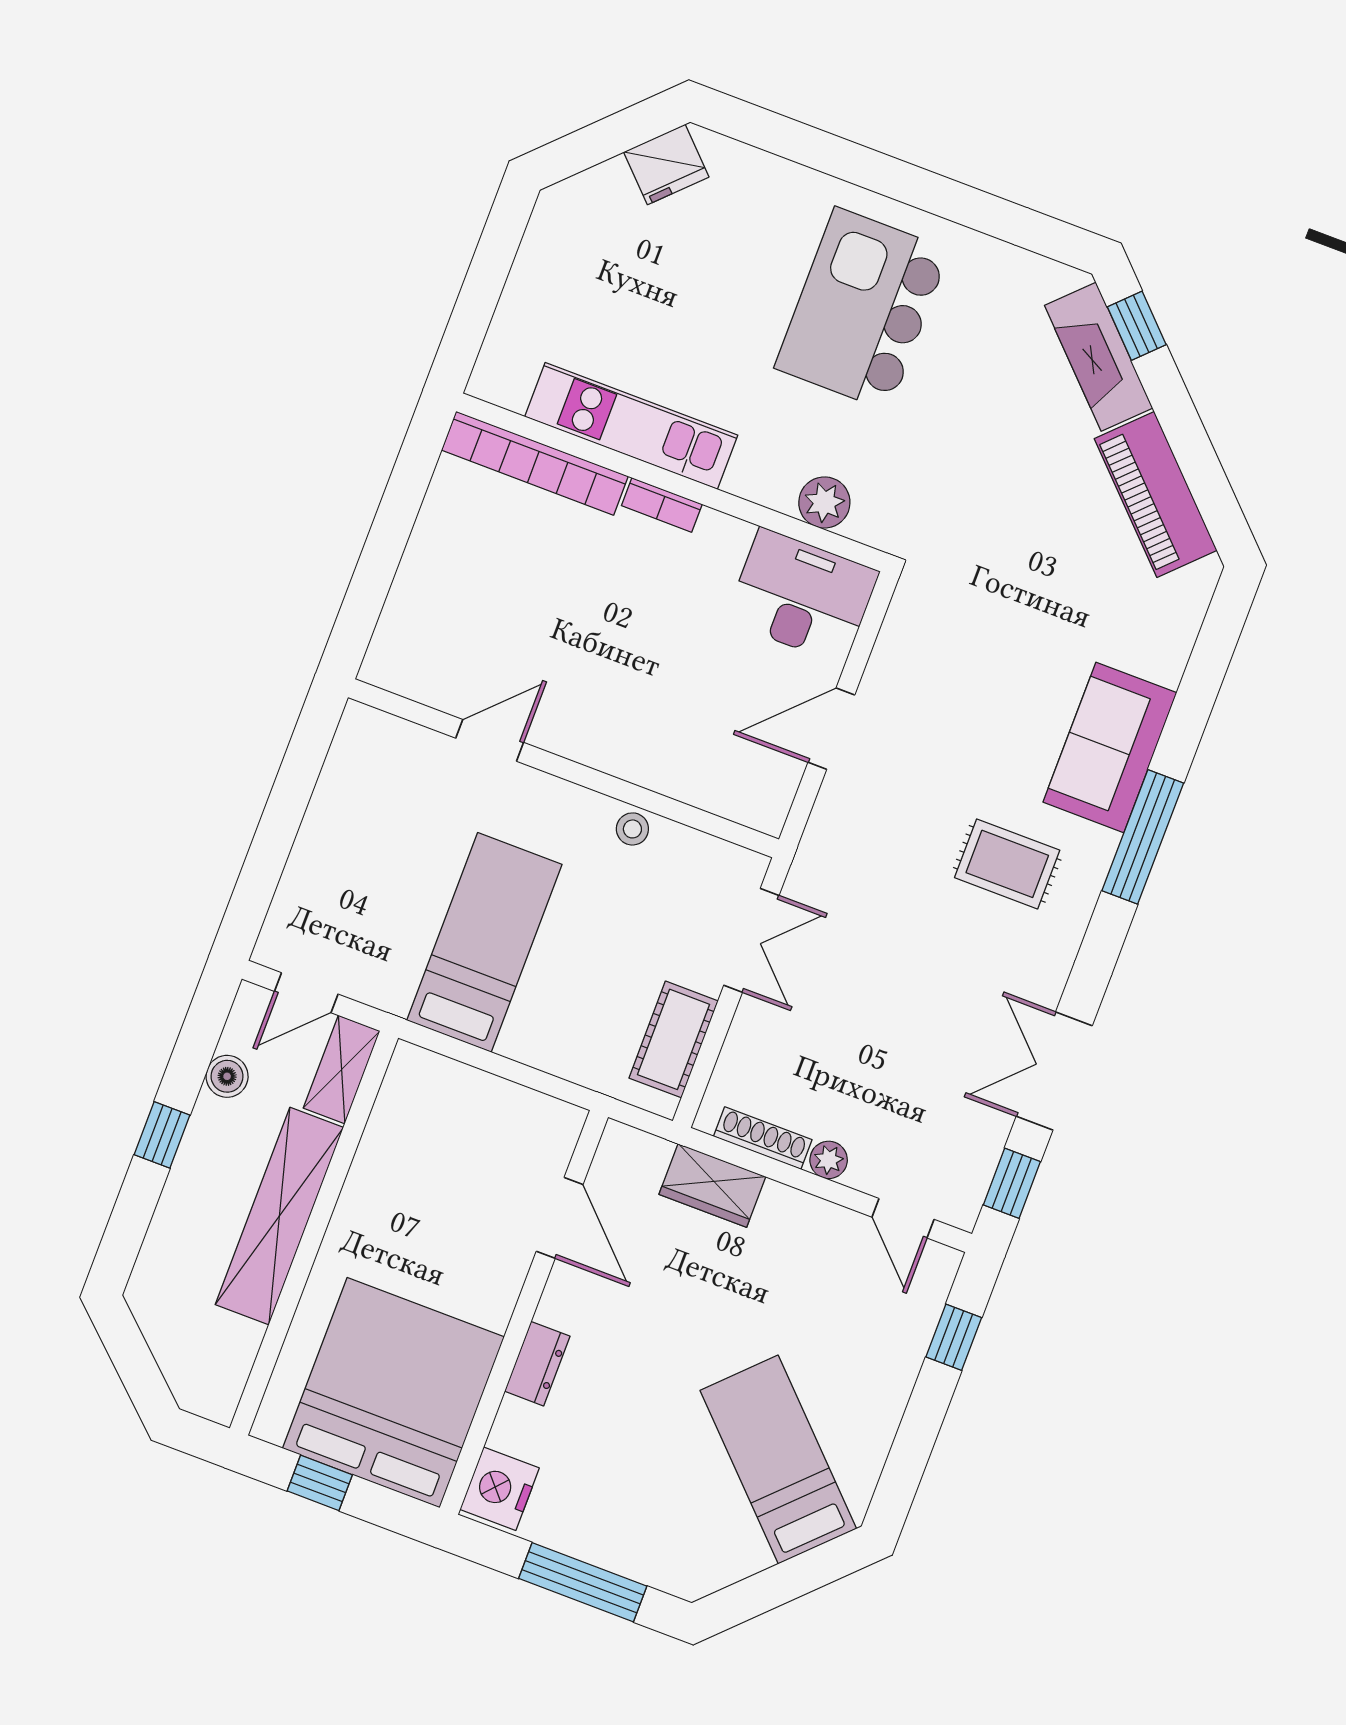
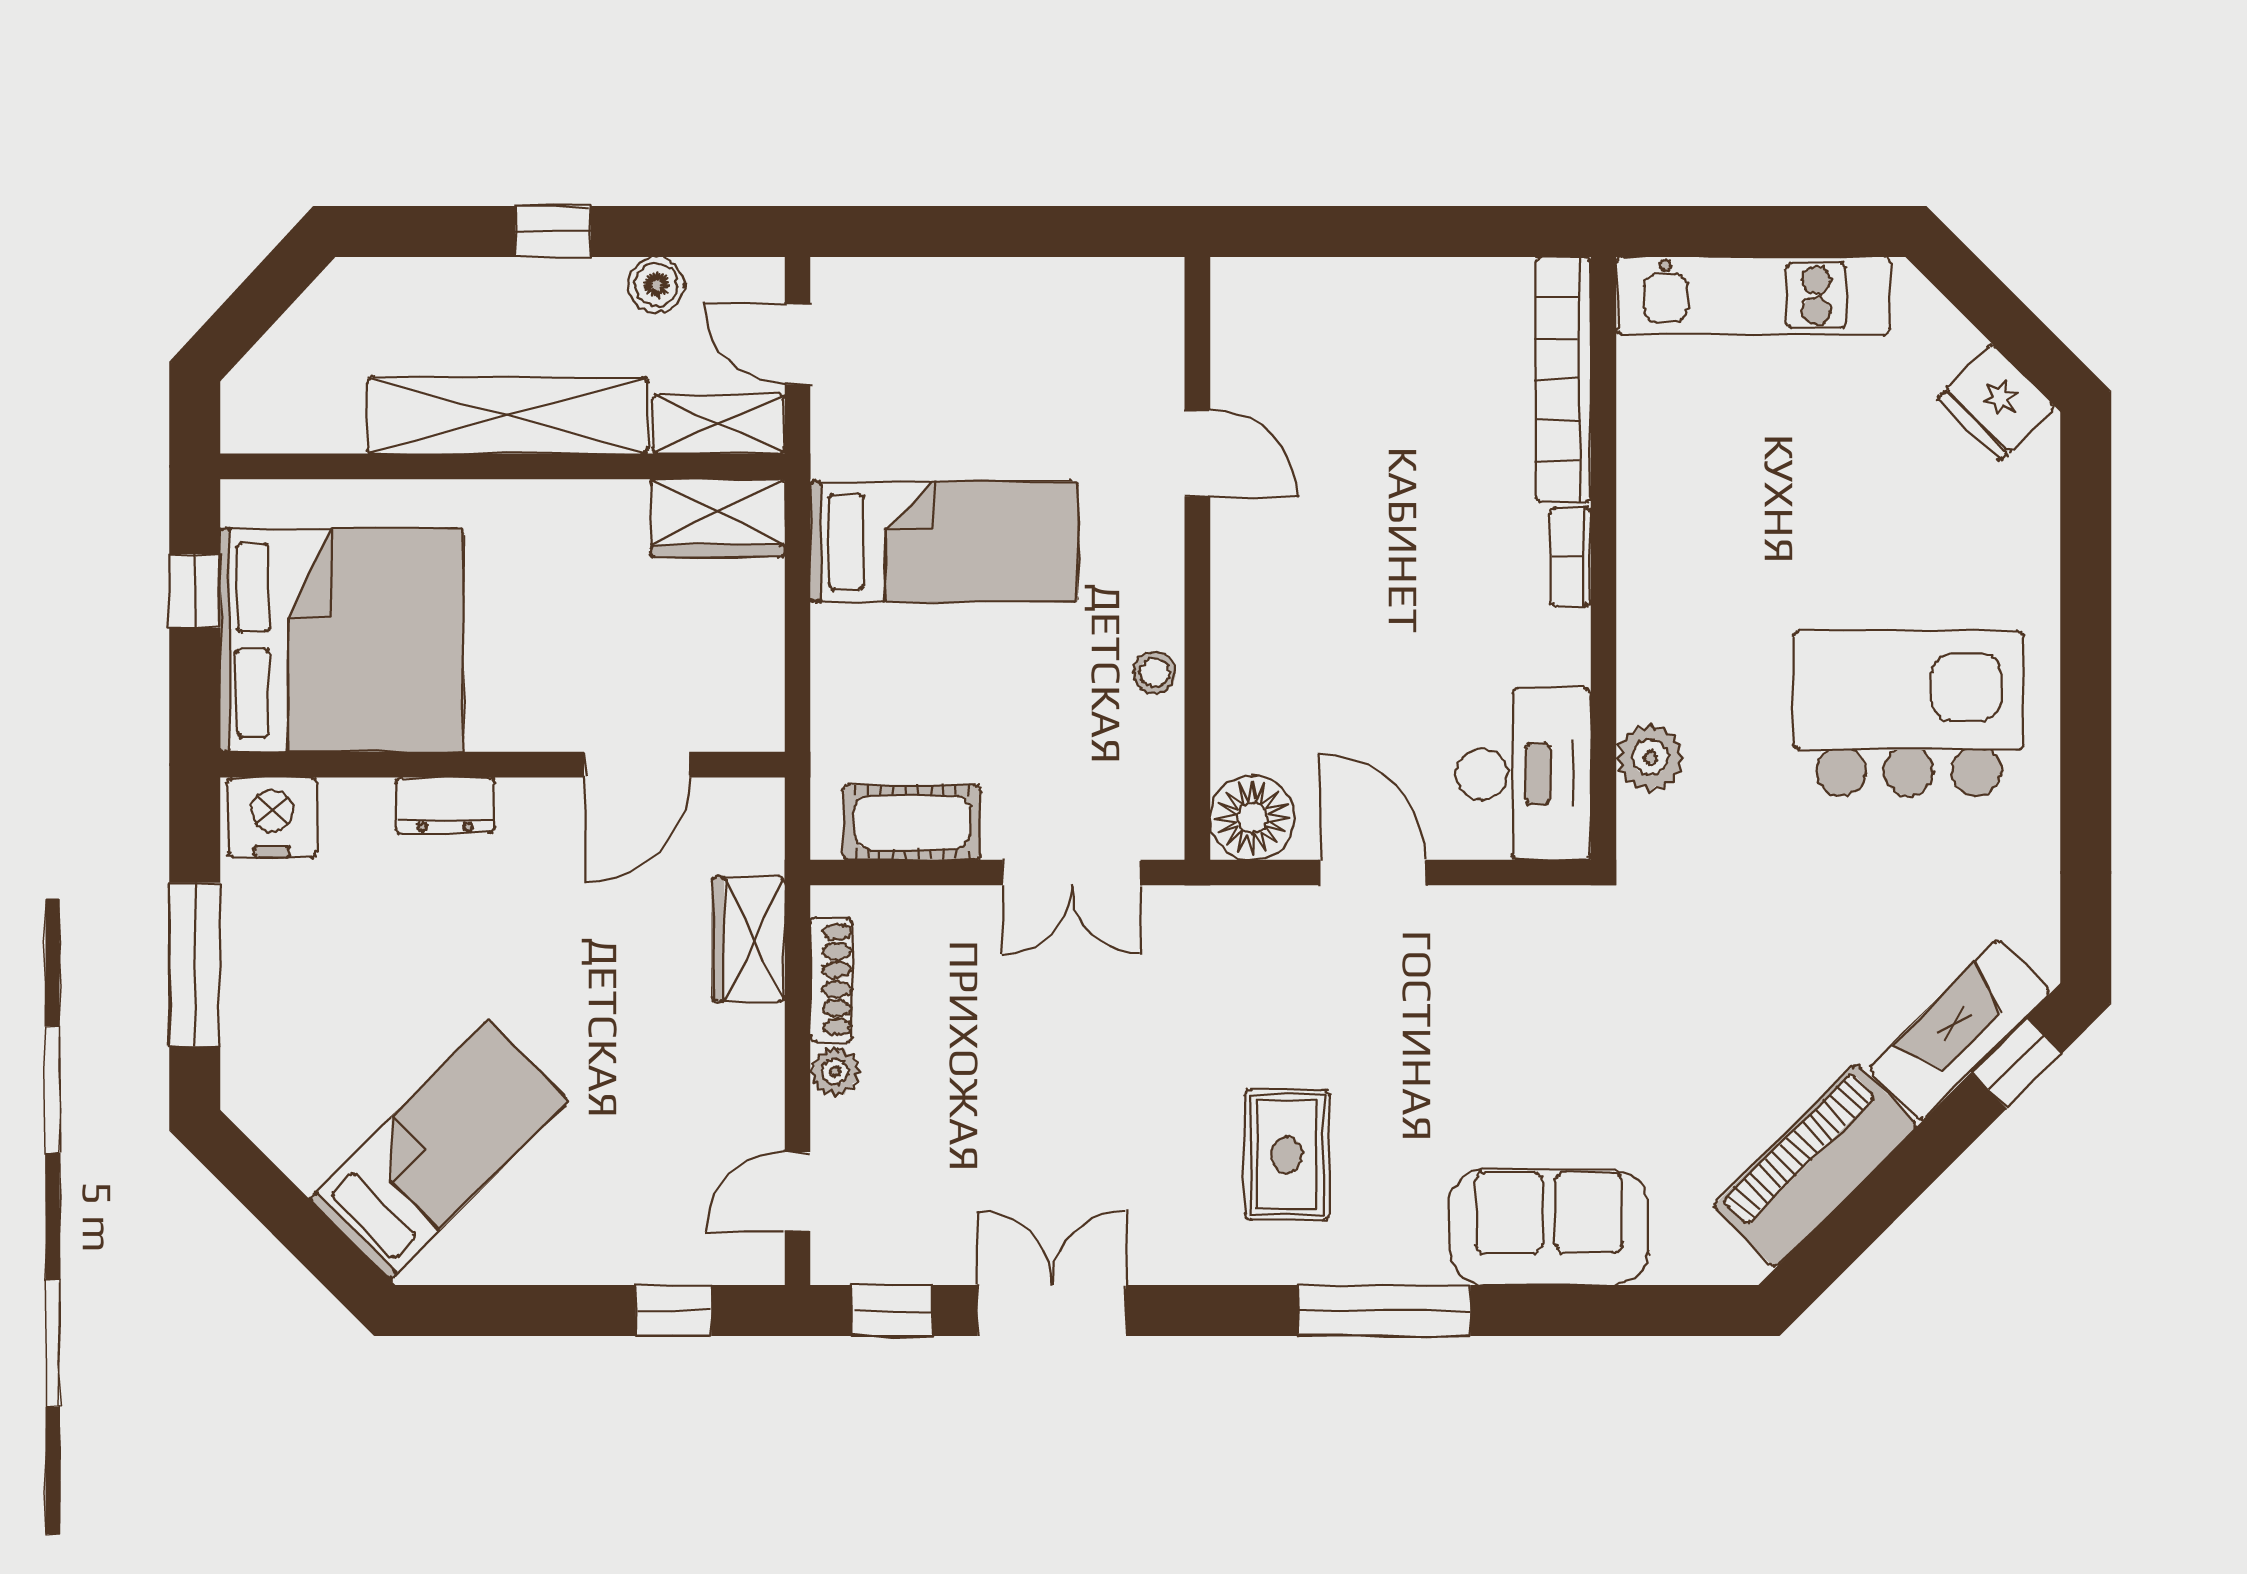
kitchen unit: (631, 426) -> (1753, 295), moved, turned 90
sofa: (1110, 747) -> (1549, 1227), moved
floor lamp: (761, 799) -> (1252, 818), added
wardrobe: (408, 1095) -> (718, 518), added

